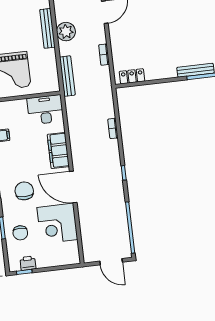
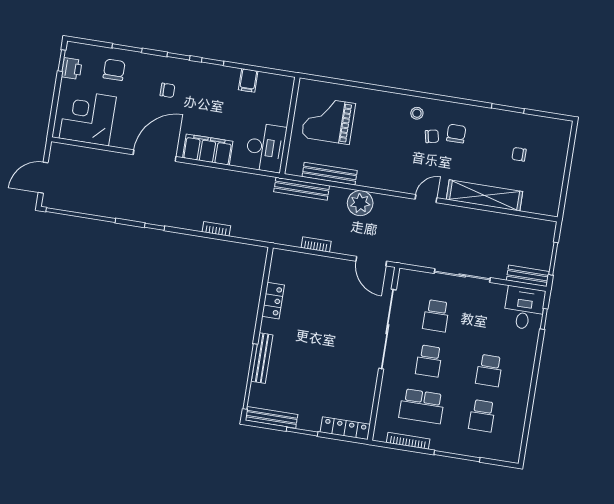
bench: (47, 28) -> (330, 174), moved
locker: (132, 76) -> (273, 301), moved
chair: (24, 191) -> (167, 90), width x0.54, depth x0.54
corner desk: (57, 223) -> (88, 118), moved
chair: (20, 233) -> (114, 70), turned 90

